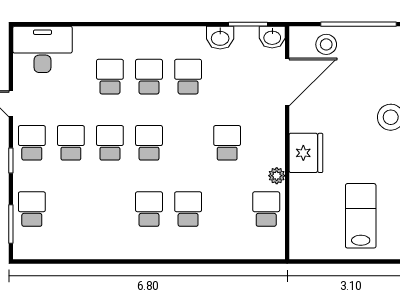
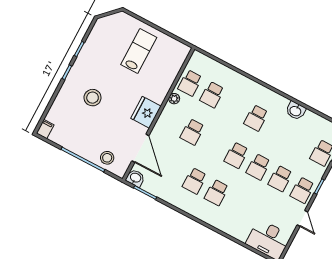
washbasin: (220, 38) -> (296, 111), moved, turned 180
school desk: (110, 77) -> (239, 204), removed
door: (287, 82) -> (140, 148), swing flipped
fridge: (306, 153) -> (146, 112), moved
school desk: (188, 209) -> (212, 95), moved
lab bench: (361, 216) -> (139, 51), turned 180

